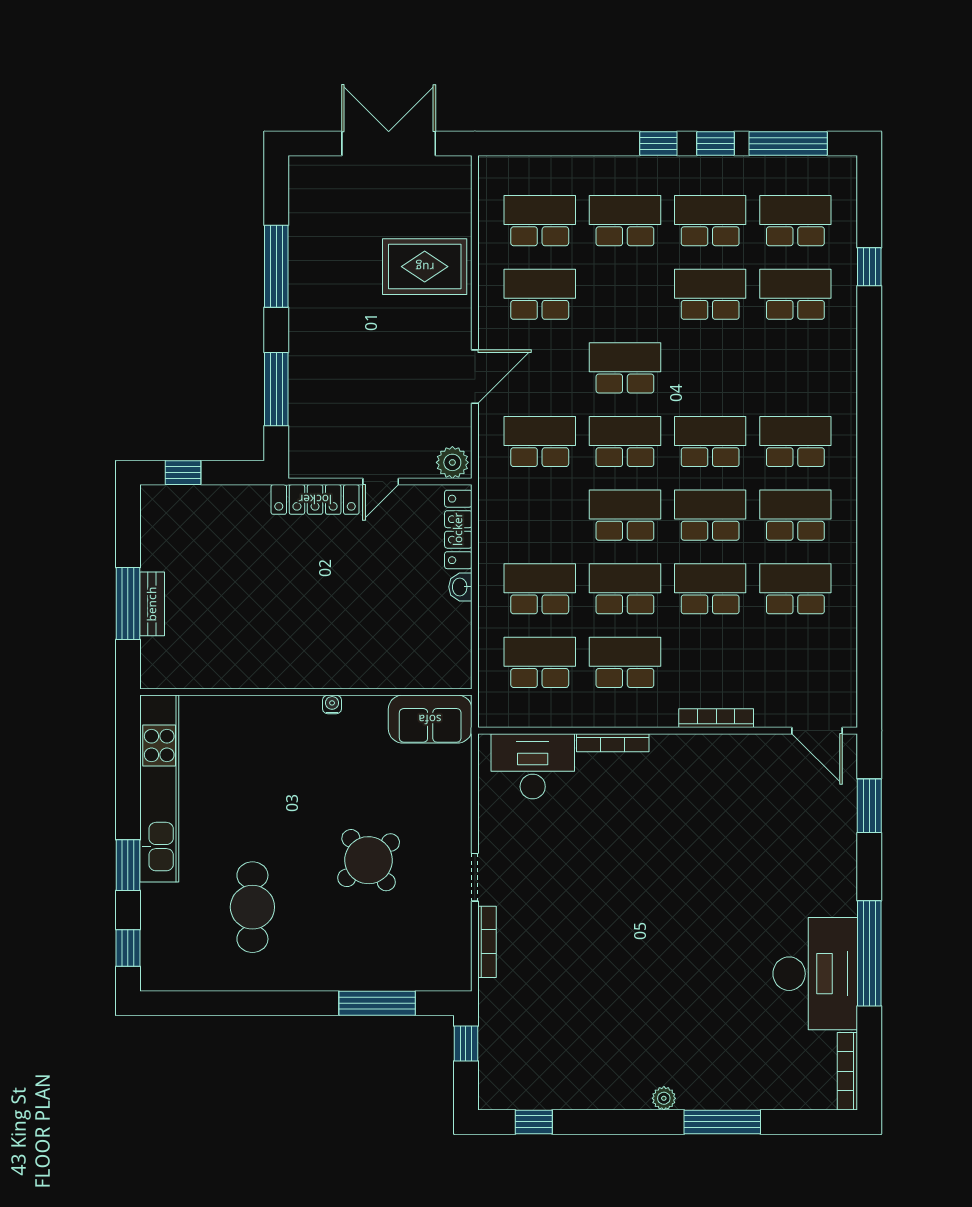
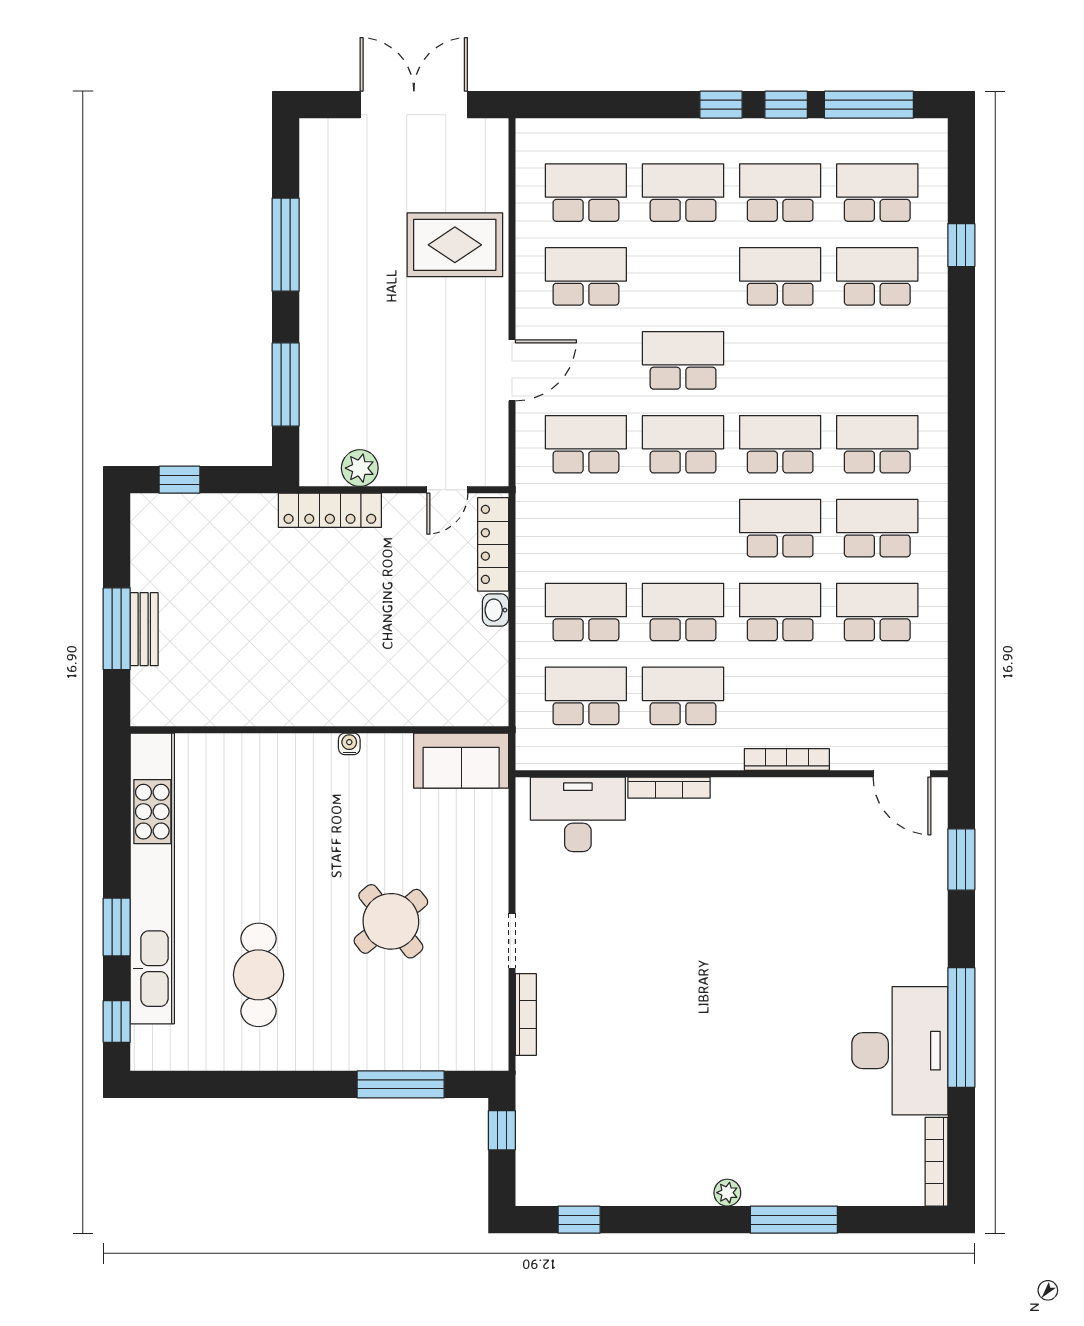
plant: (452, 462) -> (360, 468), moved
door: (381, 482) -> (447, 490), moved
school desk: (625, 515) -> (683, 528), removed
kitchen unit: (159, 789) -> (152, 878), width x1.36

